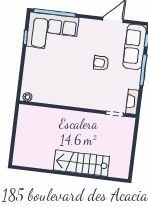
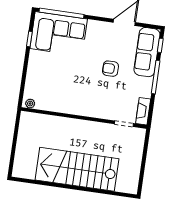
stairs: (81, 163) -> (77, 169), width x1.36, depth x1.51

